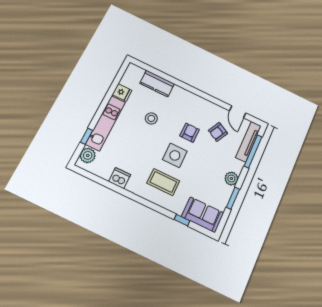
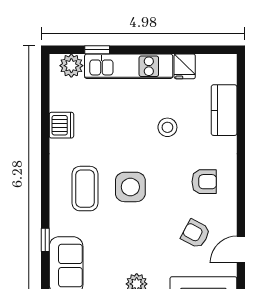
armchair: (190, 133) -> (204, 182), moved

